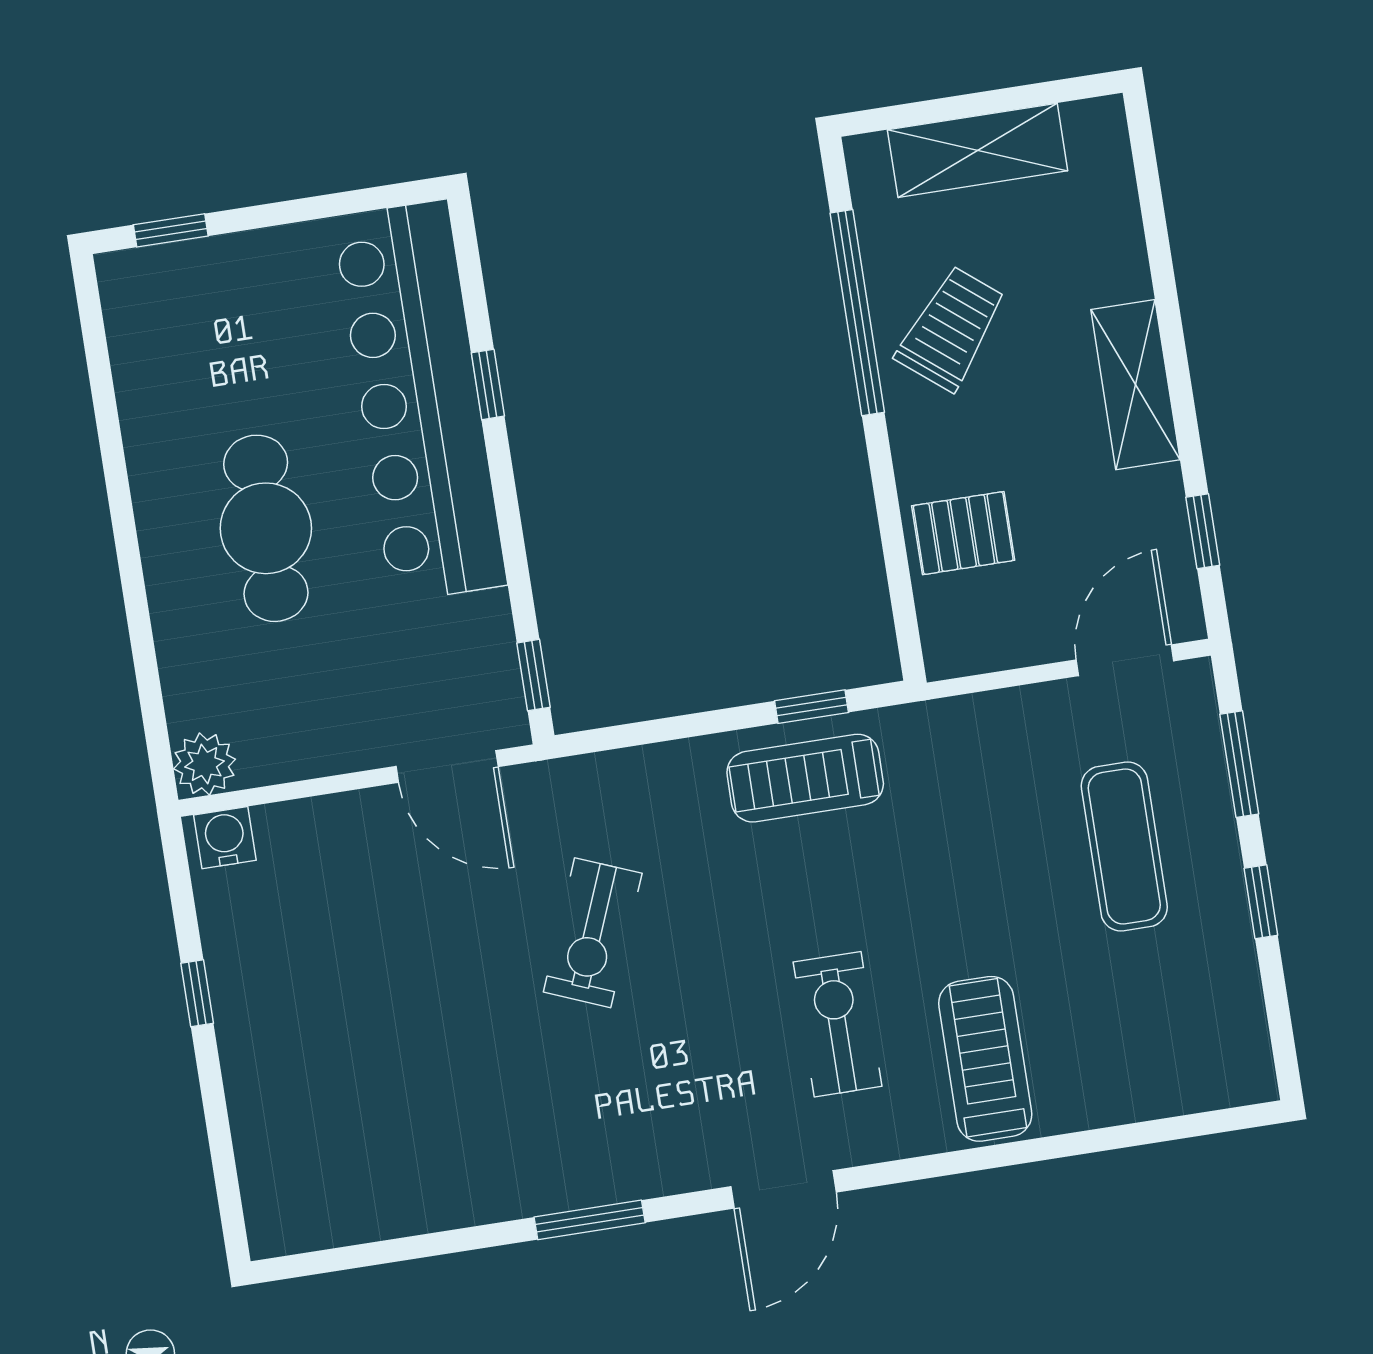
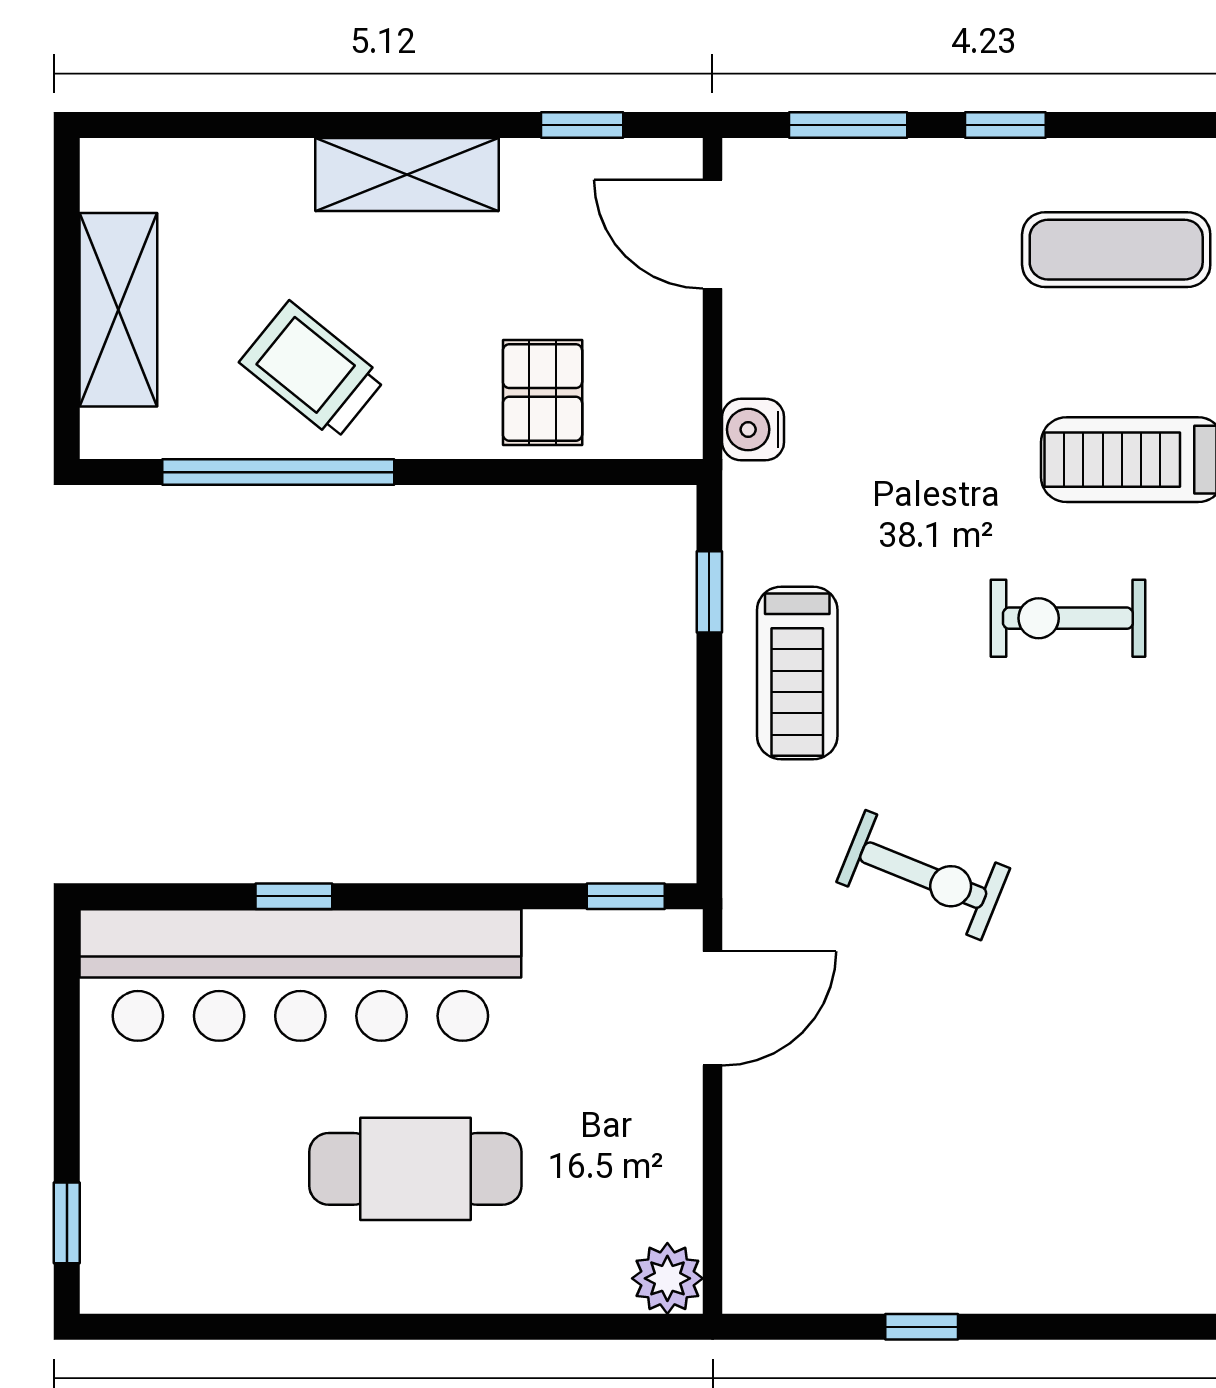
treadmill: (805, 778) -> (797, 673), moved
water cooler: (225, 838) -> (753, 429), moved
exercise mat: (1124, 847) -> (1116, 250), moved

